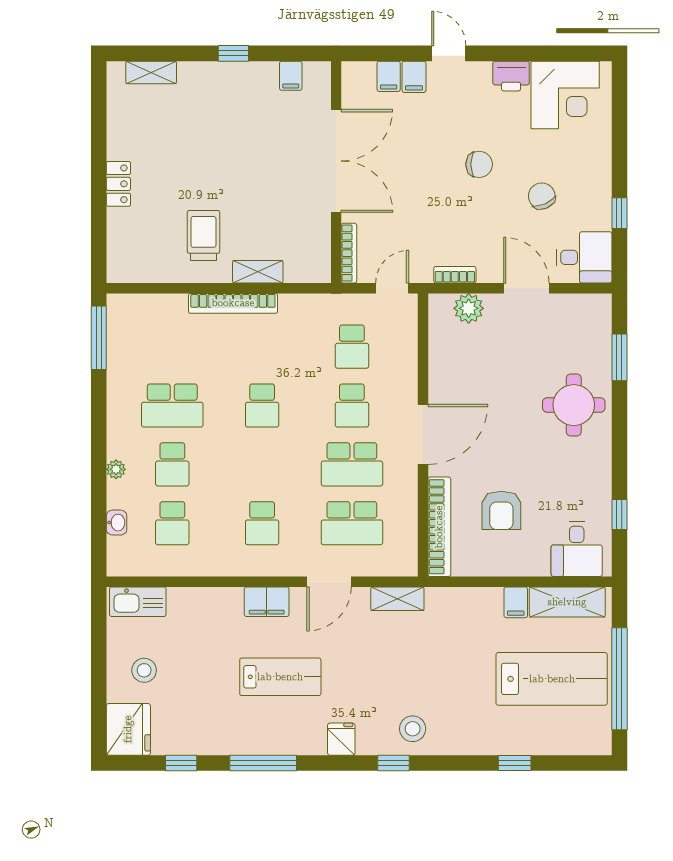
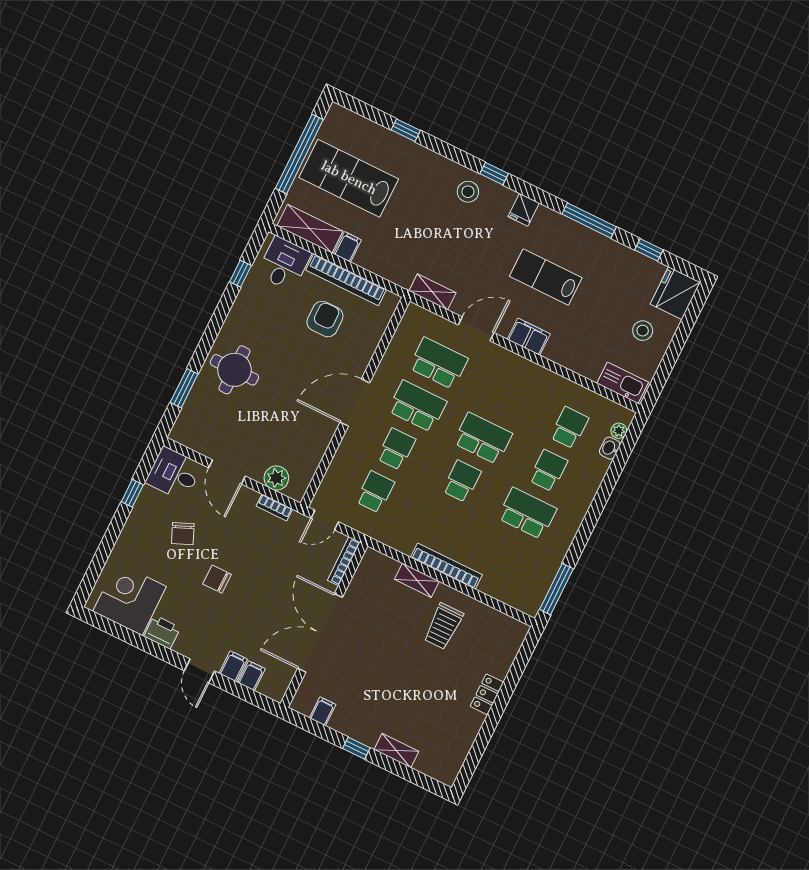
shelving: (151, 72) -> (396, 751), moved
plant: (116, 469) -> (619, 431), moved
school desk: (262, 523) -> (483, 438), moved, width x1.85
bookcase: (439, 527) -> (346, 280), moved, turned -90

